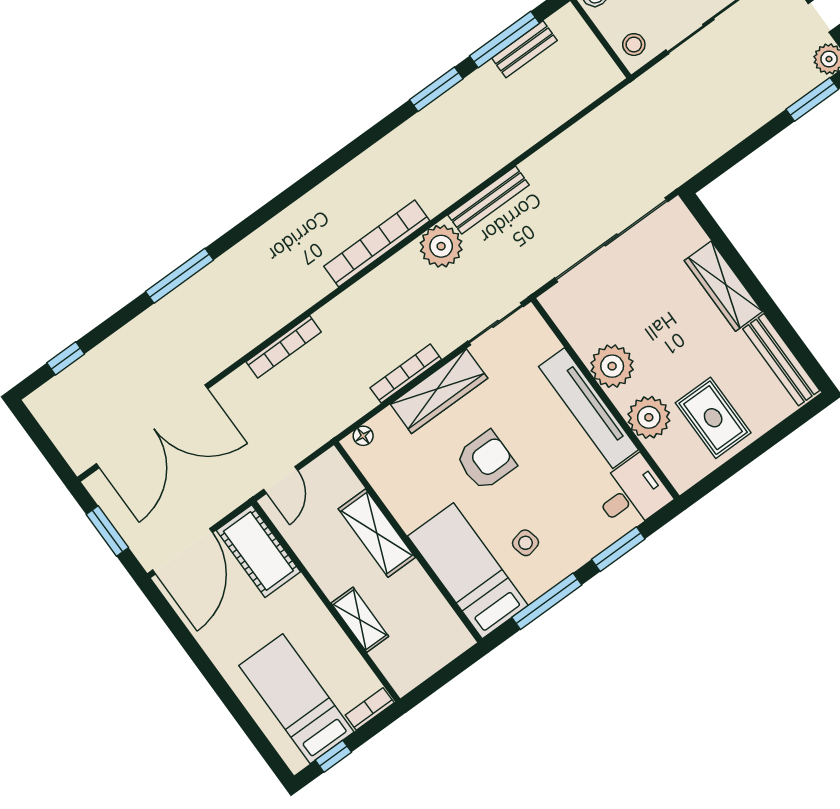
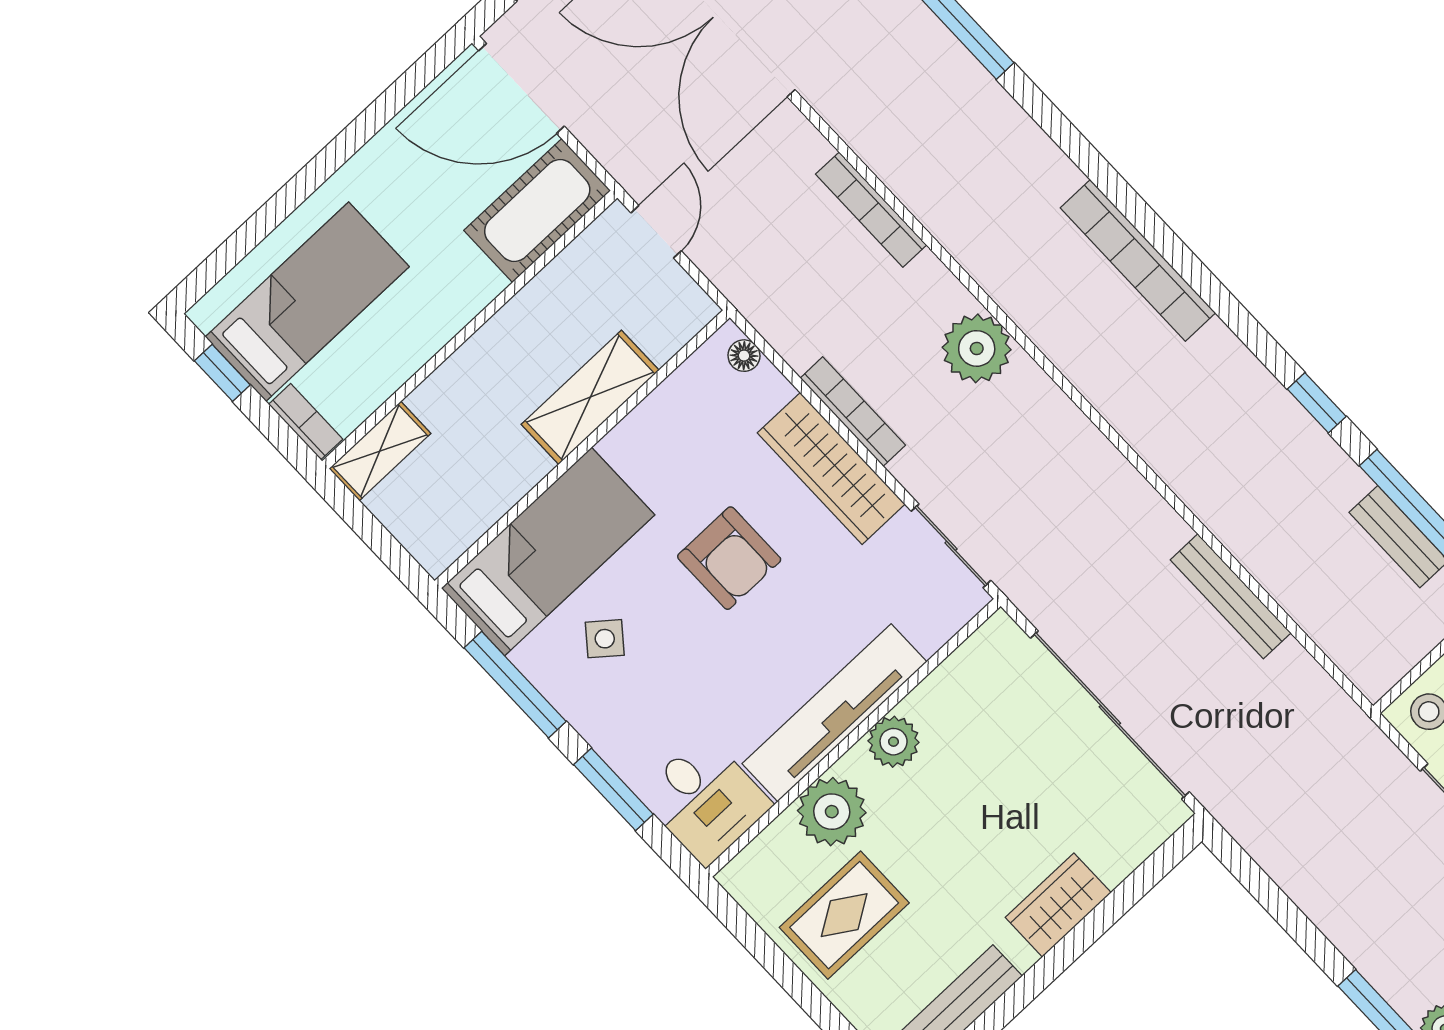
window: (436, 89) -> (1317, 403), width x0.67
bench: (489, 200) -> (1231, 596), moved
bookcase: (377, 243) -> (1138, 260), moved, turned 180
plant: (441, 246) -> (977, 348), moved
wardrobe: (723, 286) -> (1058, 905), width x0.67
plant: (612, 366) -> (894, 742), width x0.73, depth x0.73
door: (281, 480) -> (656, 232), swing flipped
side table: (526, 543) -> (605, 639), turned -38
shelving: (360, 620) -> (380, 451), moved

